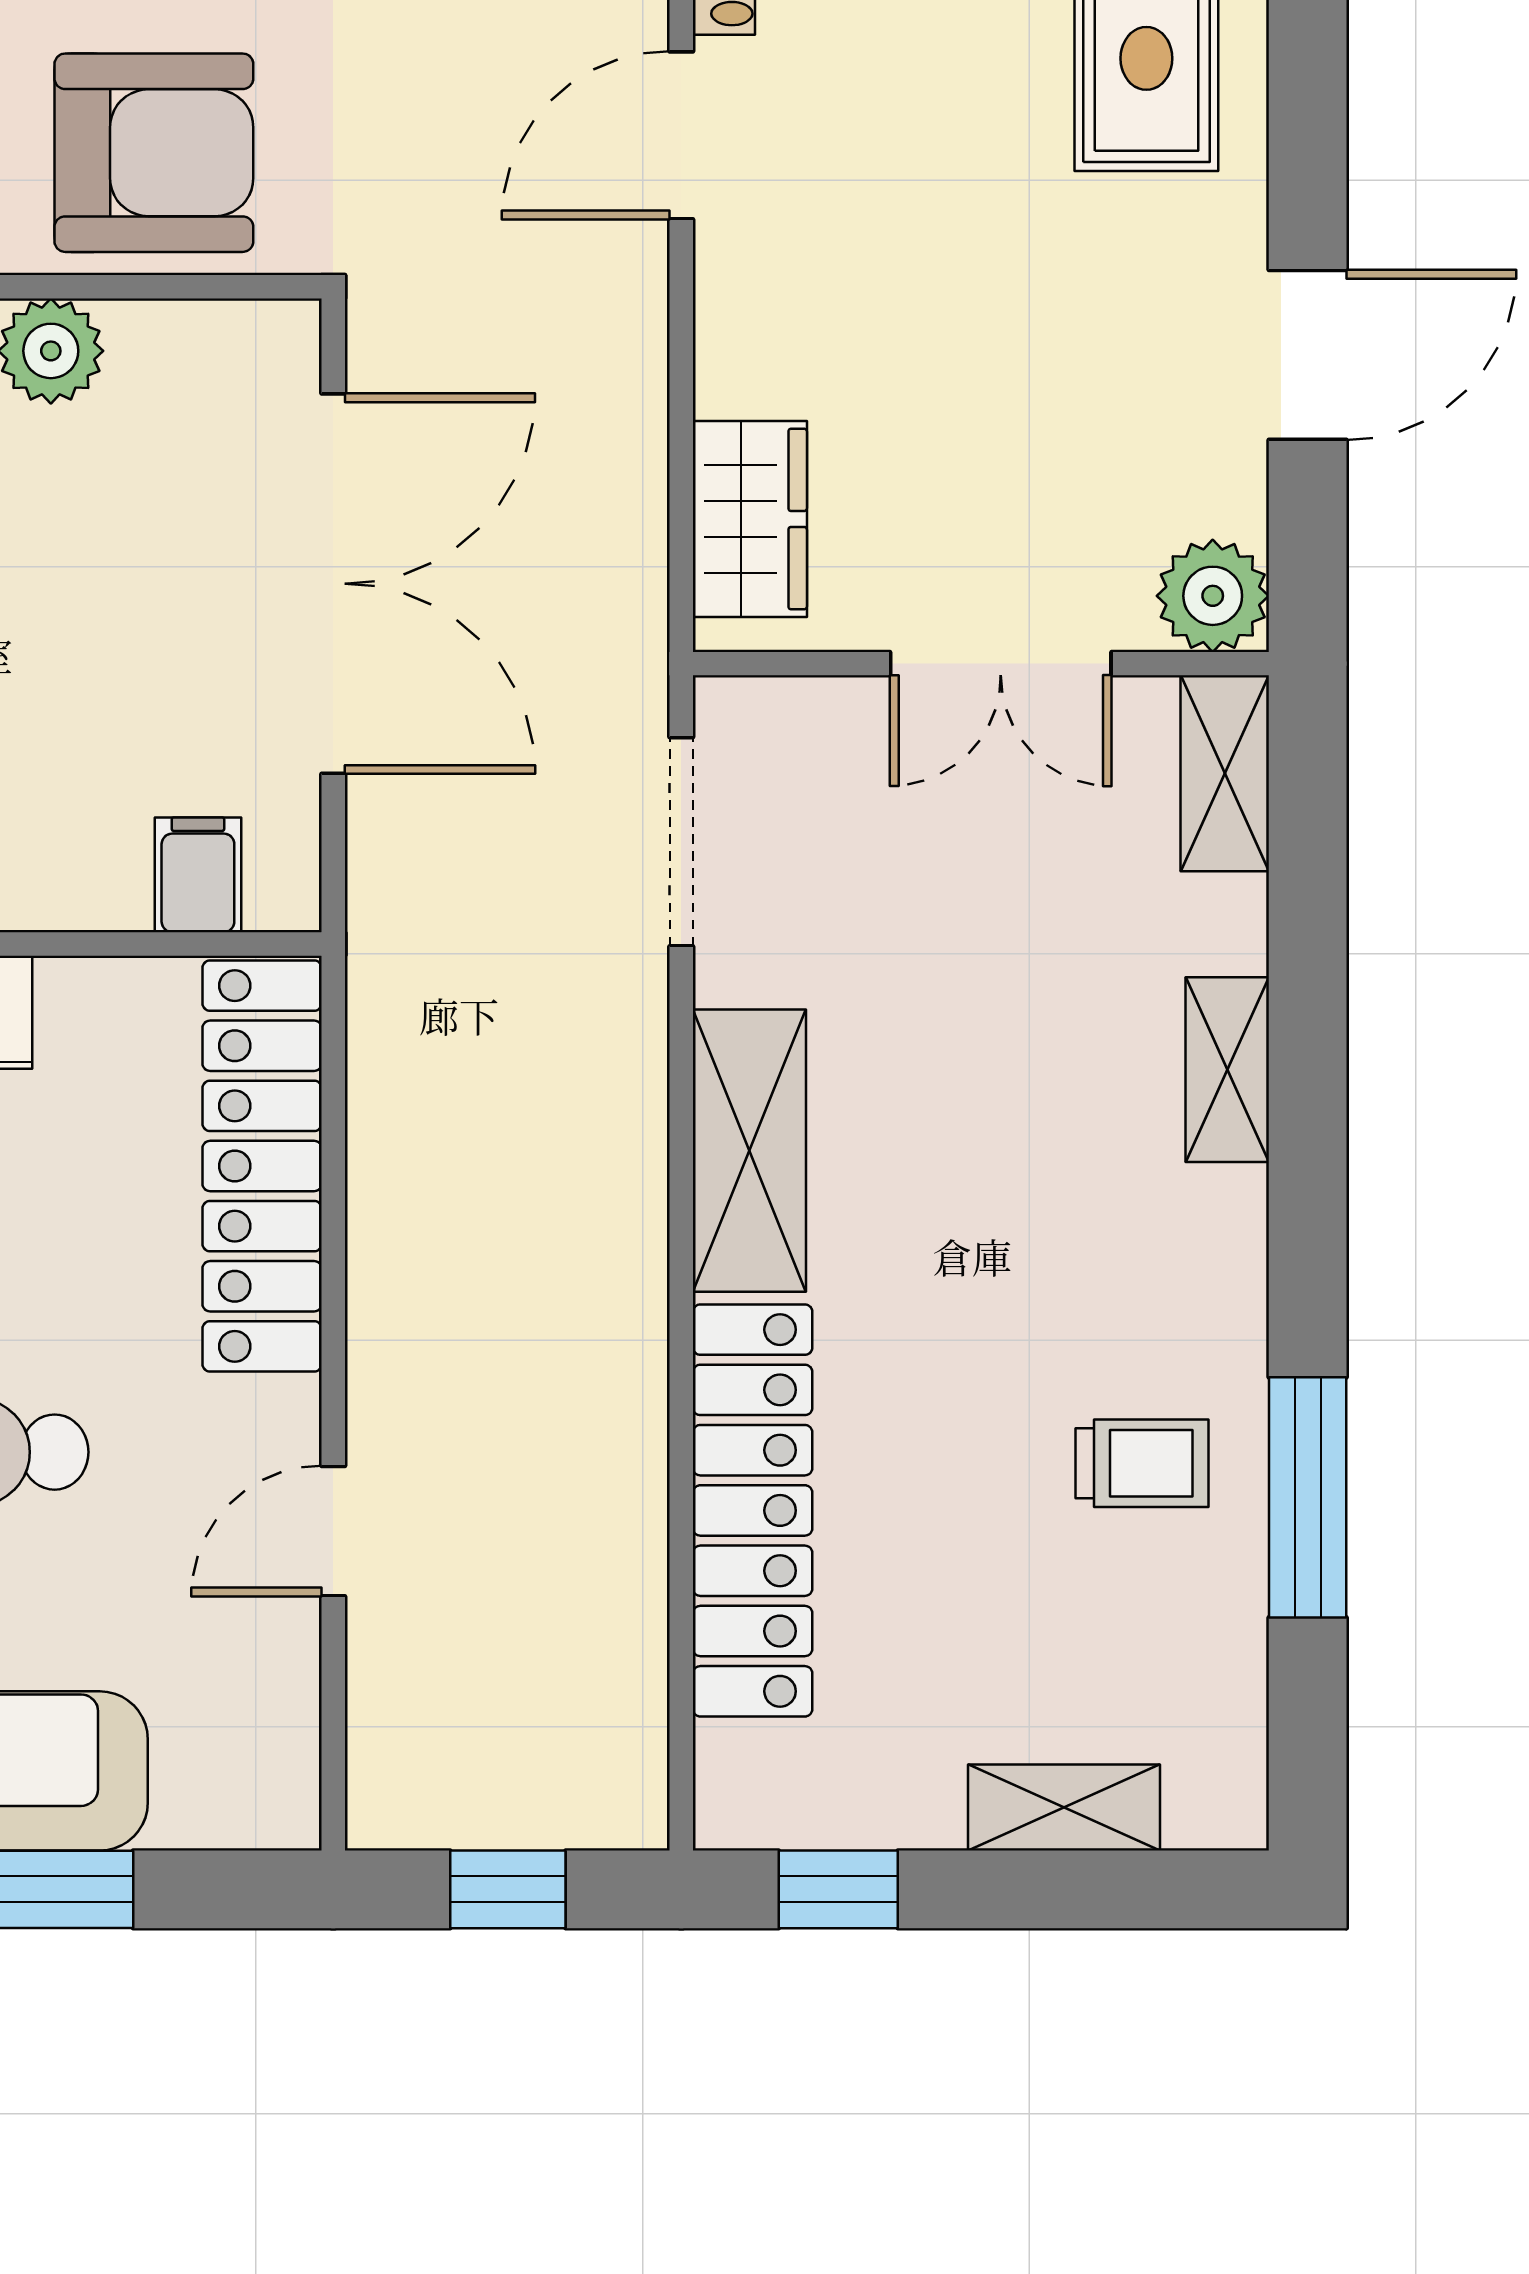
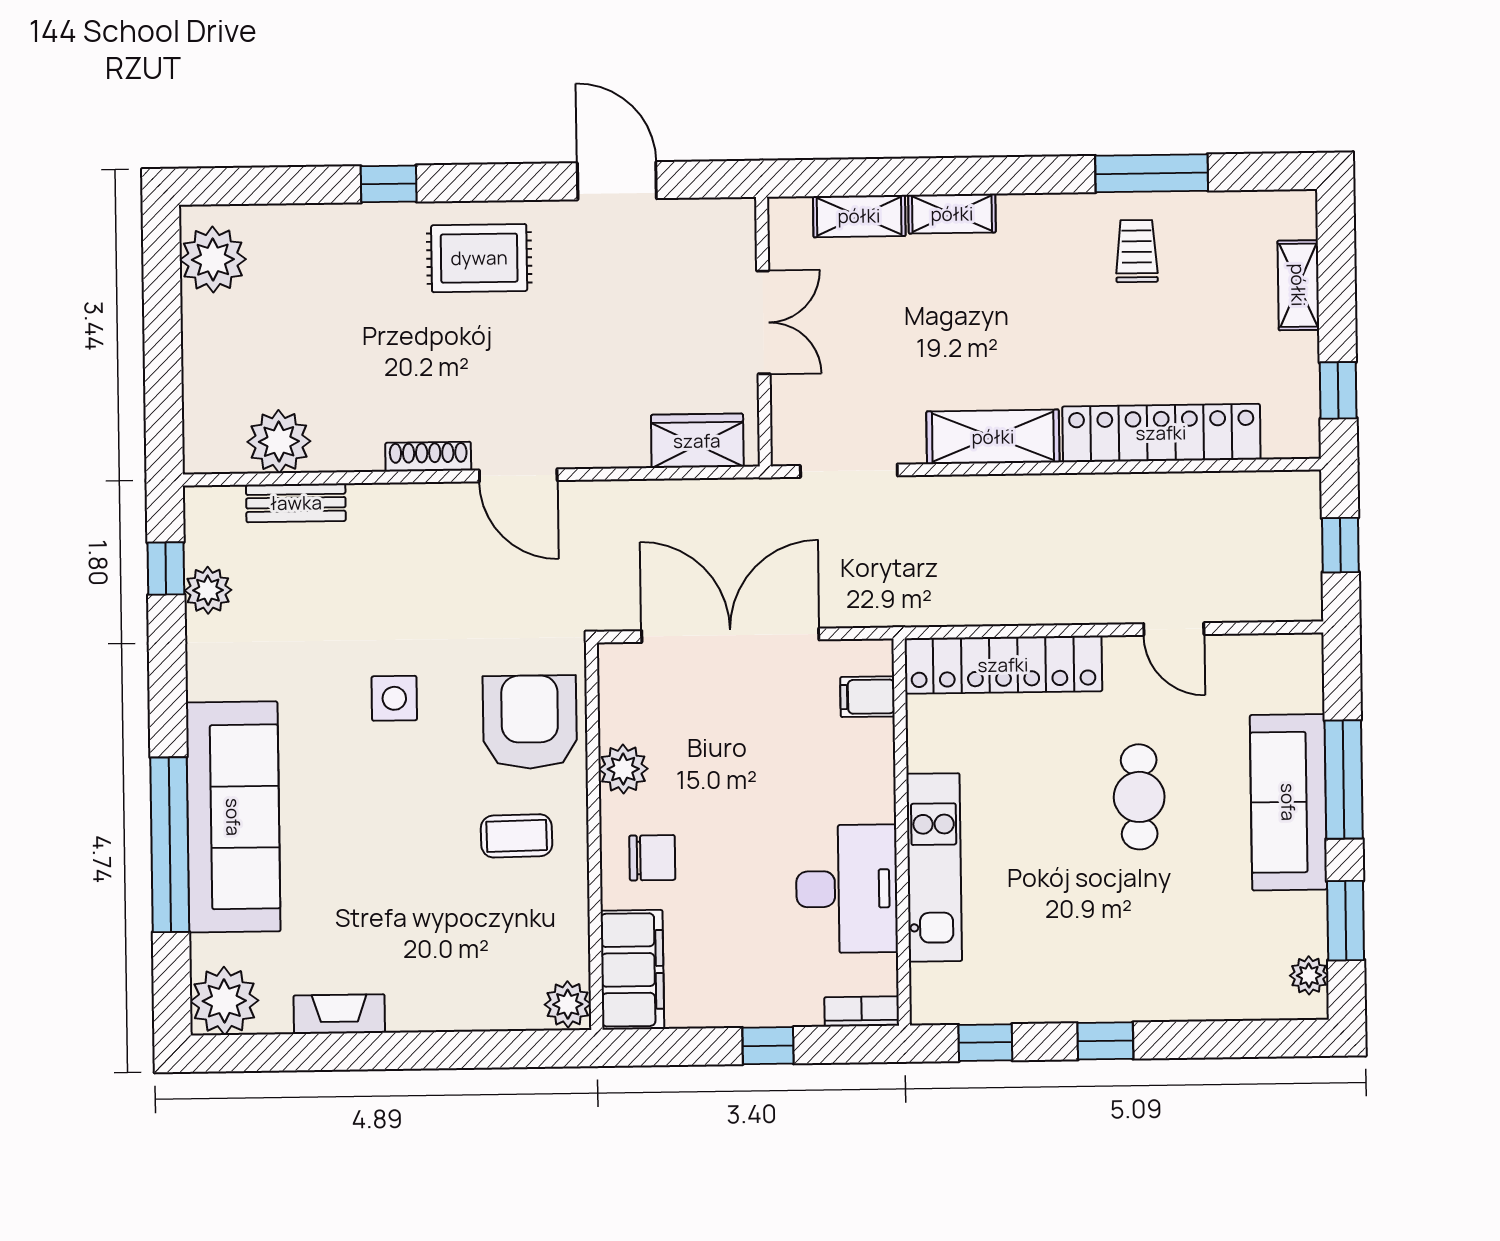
plant: (1213, 596) -> (730, 224), removed
shelving: (1225, 773) -> (859, 216), moved

